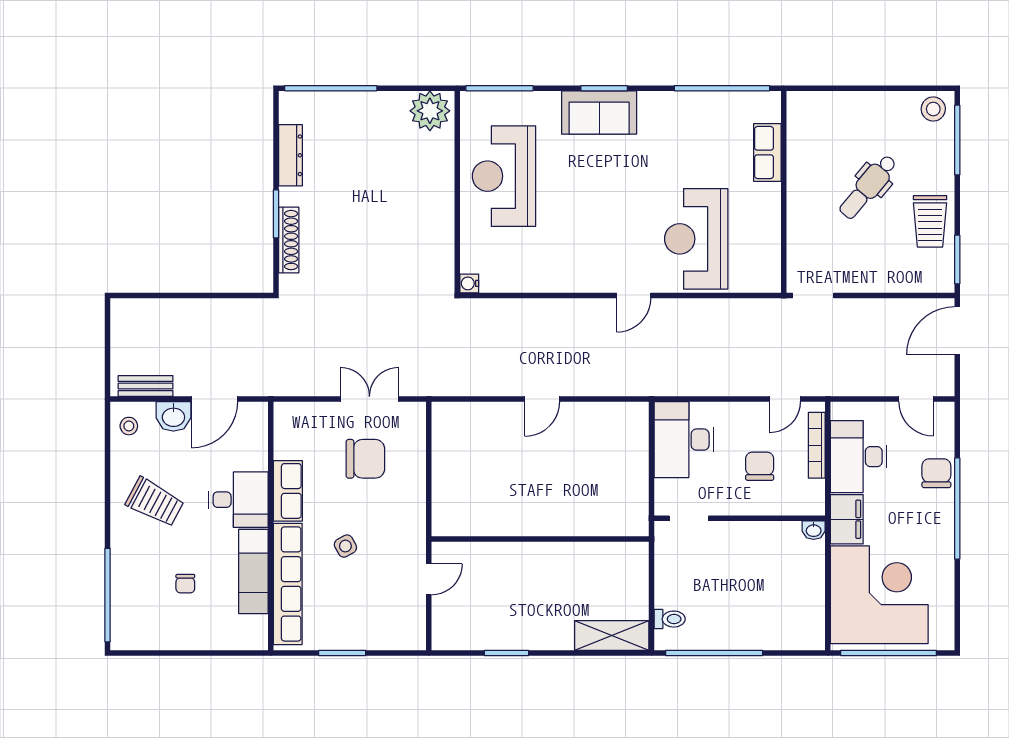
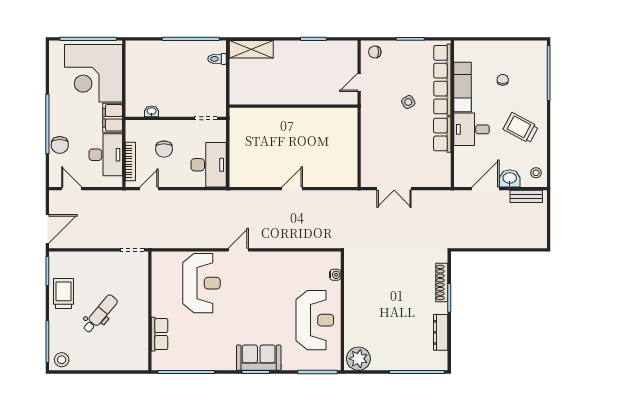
water cooler: (469, 283) -> (335, 275), moved
chair: (365, 459) -> (375, 52), moved, width x0.54, depth x0.54
washbasin: (814, 530) -> (152, 111), moved

